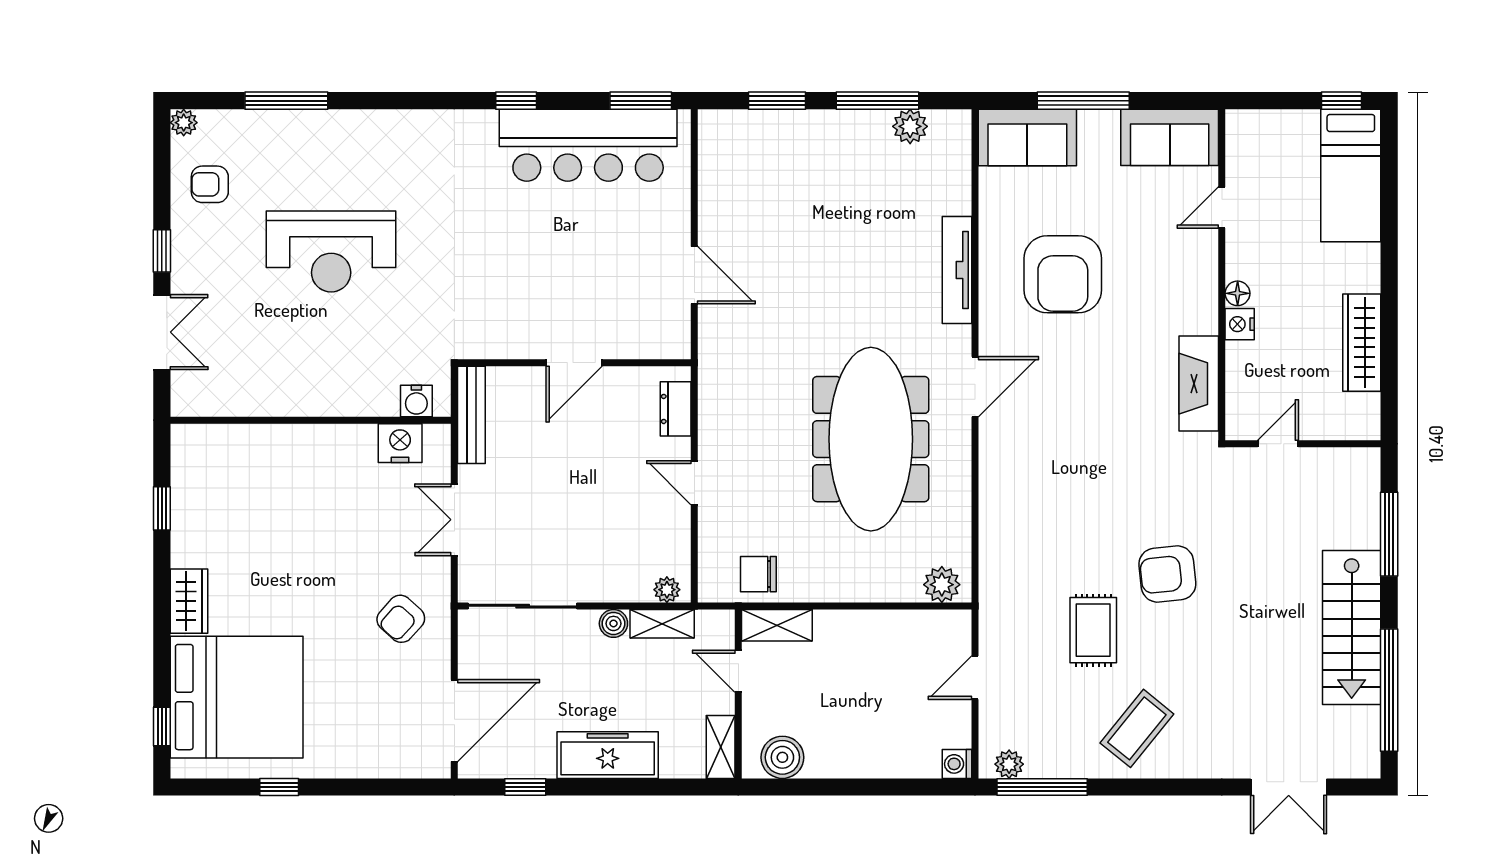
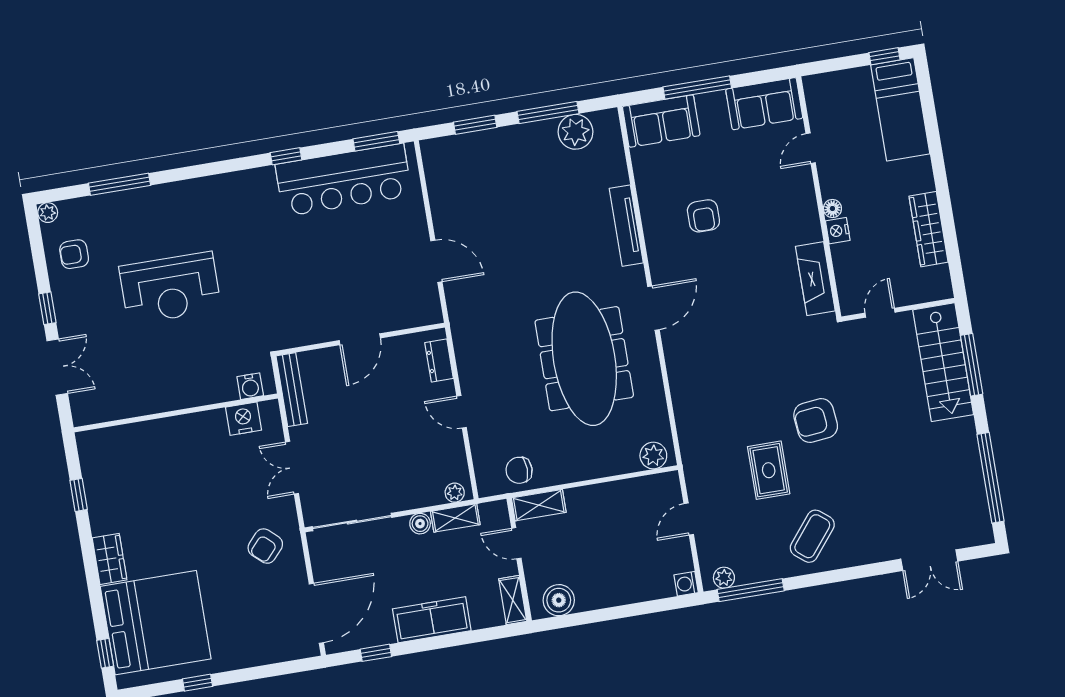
plant: (910, 126) -> (576, 132), width x1.36, depth x1.36
armchair: (1063, 274) -> (703, 216), width x0.53, depth x0.53
stairs: (1352, 627) -> (943, 362), moved

